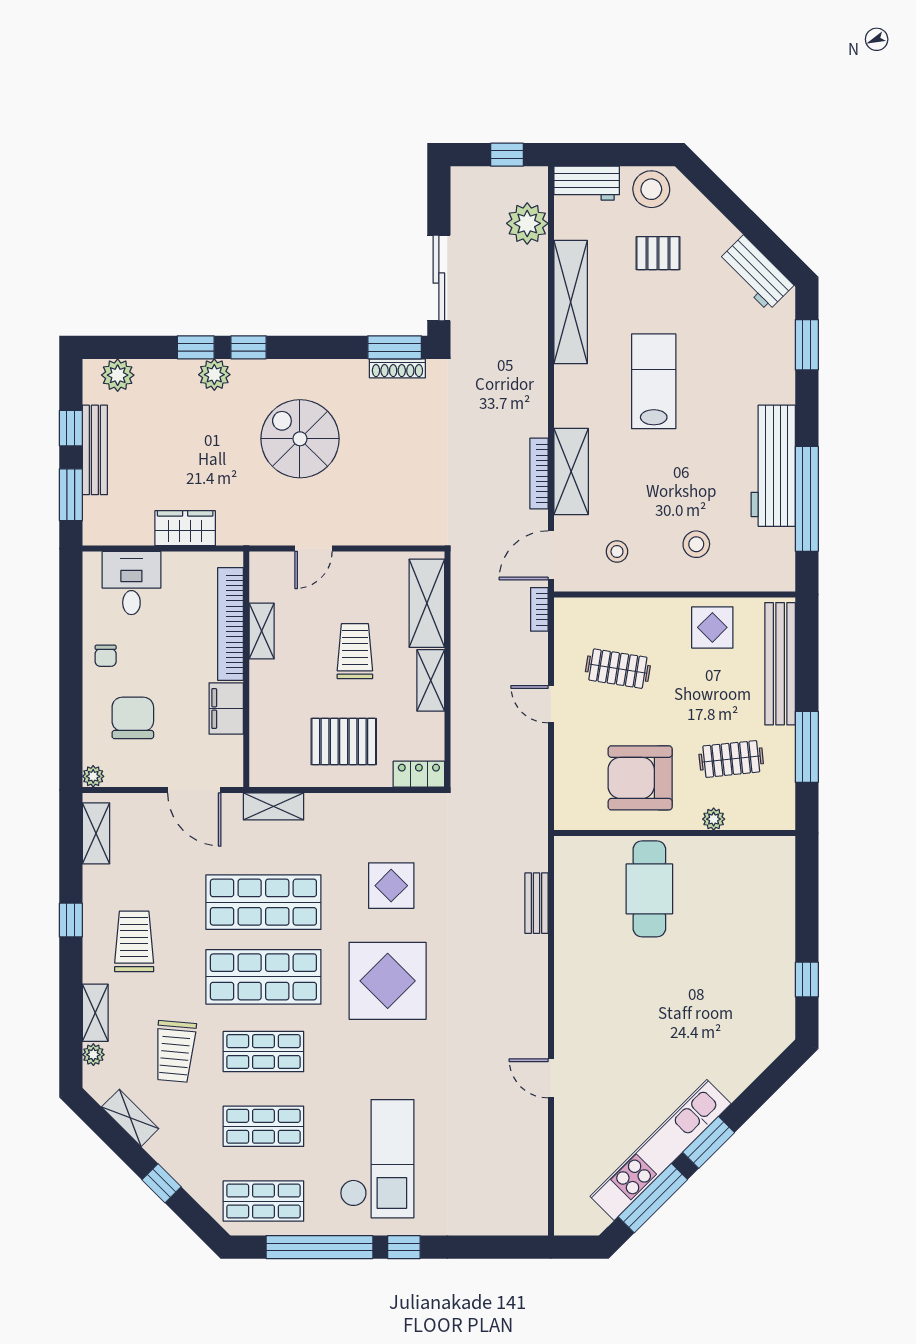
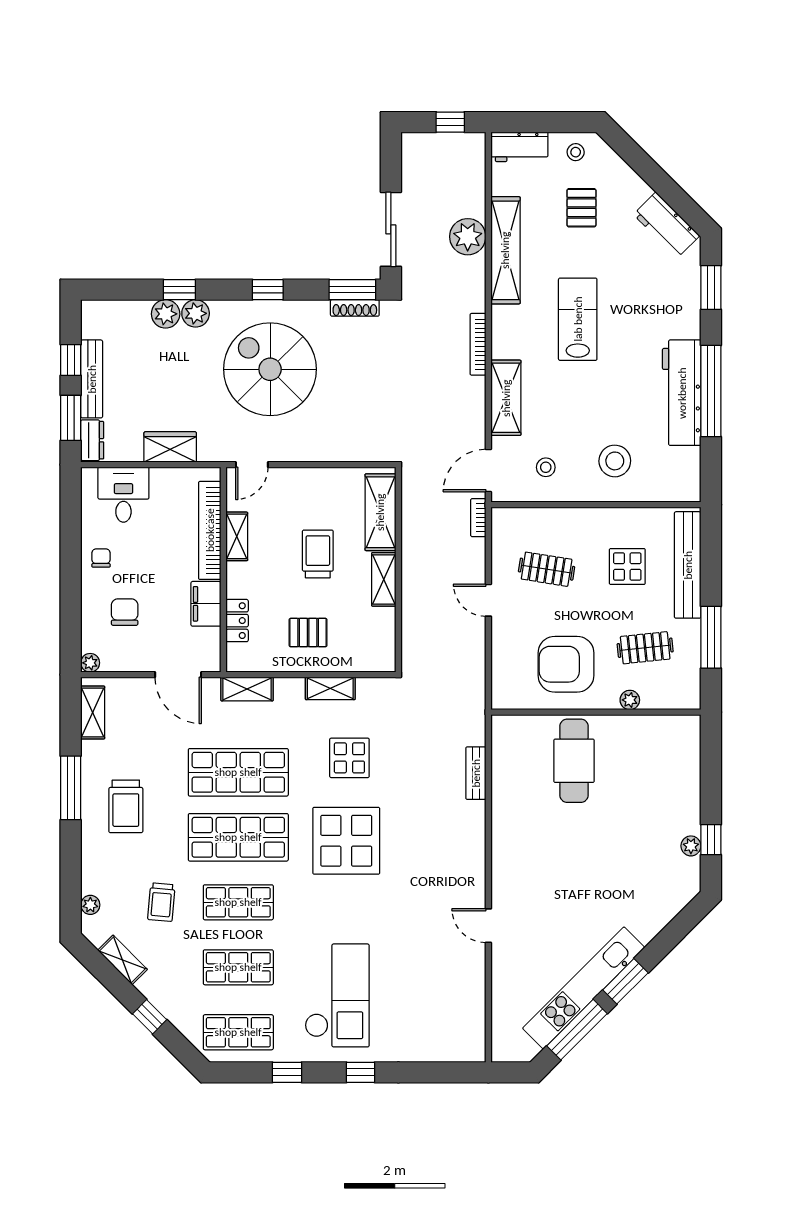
stool: (651, 189) -> (576, 152), width x0.53, depth x0.53
plant: (527, 223) -> (468, 237), moved
pallet: (658, 253) -> (581, 208), turned 90
window: (249, 347) -> (268, 290), moved
plant: (118, 375) -> (166, 314), moved
spiral stairs: (300, 439) -> (270, 369), width x1.37, depth x1.37
bookcase: (539, 473) -> (478, 344), moved
window: (807, 499) -> (711, 391), moved
dresser: (95, 520) -> (92, 440), added
stool: (696, 544) -> (615, 461), width x1.38, depth x1.38
door: (314, 549) -> (252, 465), moved
display table: (712, 627) -> (627, 567), moved
chair: (106, 656) -> (101, 558), turned 180
chair: (133, 718) -> (125, 612), width x0.73, depth x0.73
pallet: (344, 741) -> (308, 633), width x0.67, depth x0.71
locker: (419, 774) -> (237, 621), moved, turned 90
window: (71, 920) -> (71, 788), width x2.17
trolley: (134, 941) -> (126, 806), turned 180
plant: (784, 987) -> (691, 846), added
shelving: (95, 1013) -> (330, 688), moved, turned 90
trolley: (175, 1051) -> (161, 902), width x0.73, depth x0.72
window: (319, 1247) -> (287, 1072), width x0.32

